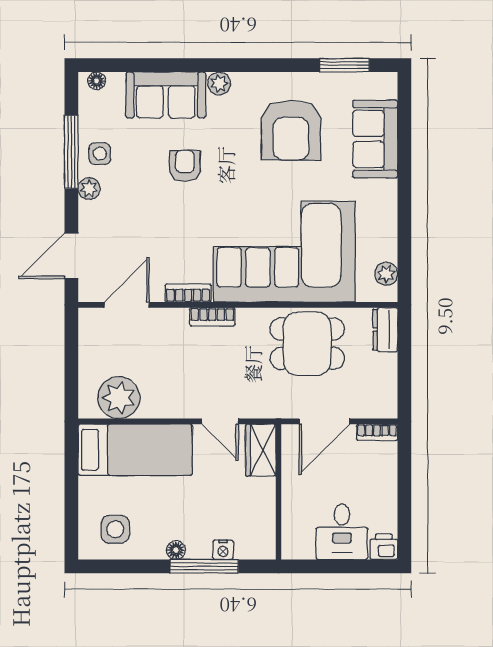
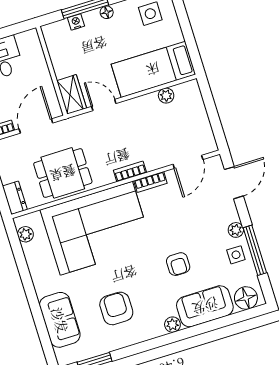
floor lamp: (97, 81) -> (246, 298), width x1.89, depth x1.89
armchair: (291, 130) -> (116, 308), width x0.73, depth x0.73
plant: (119, 398) -> (166, 96), width x0.53, depth x0.53

